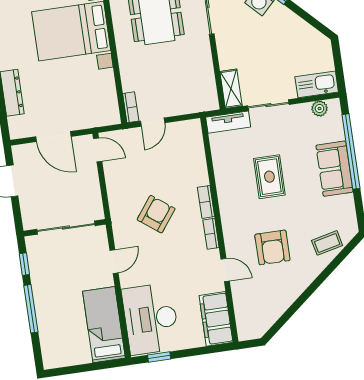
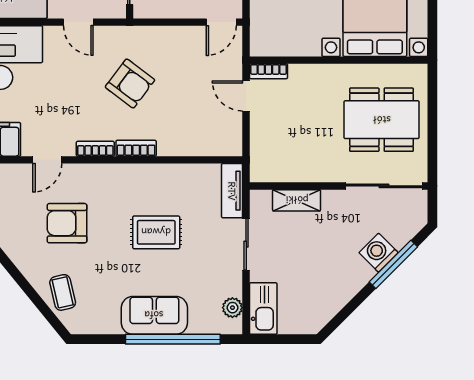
shelving: (231, 89) -> (297, 200), moved

